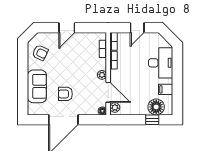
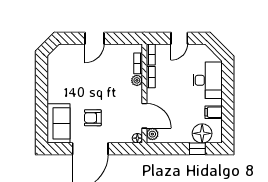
armchair: (40, 53) -> (62, 68), removed
plant: (102, 75) -> (137, 80), moved
sofa: (37, 86) -> (59, 123), moved

